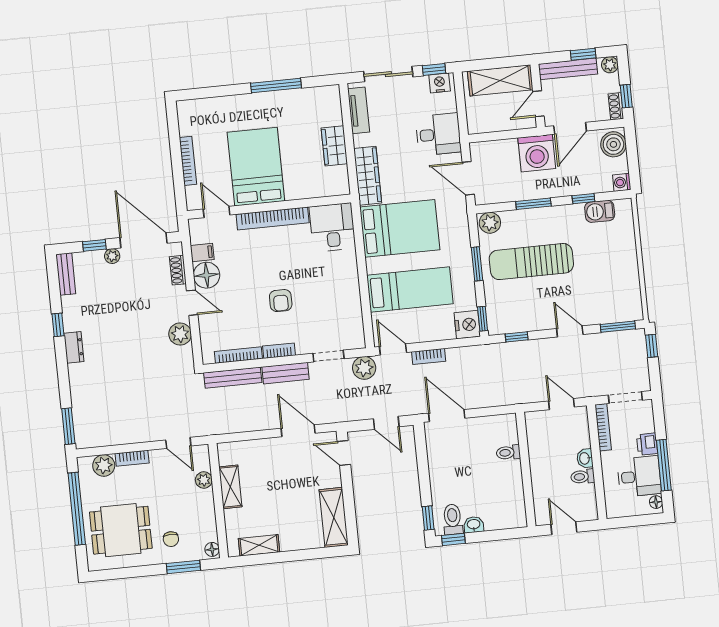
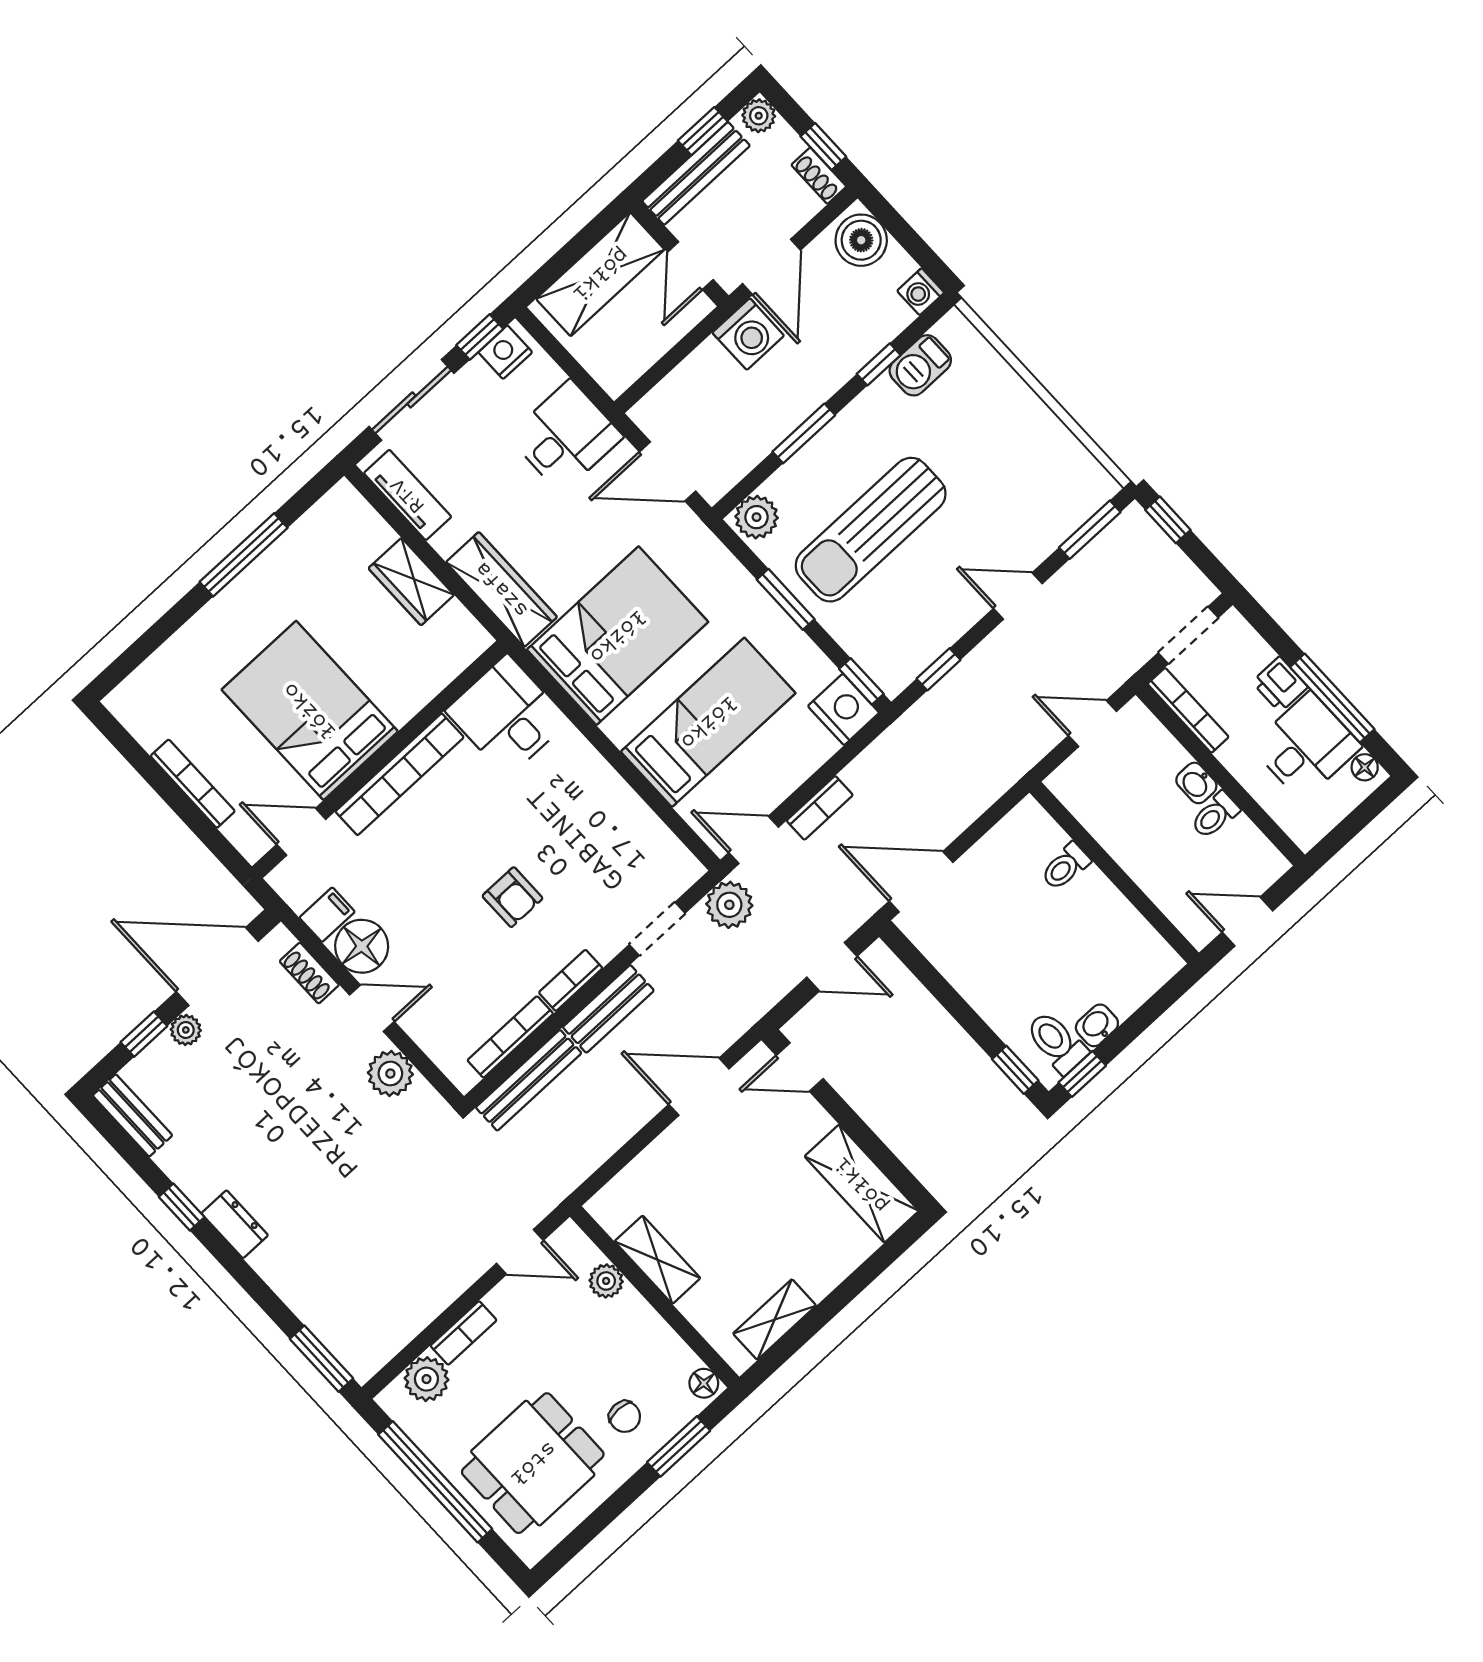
washing machine: (537, 153) -> (748, 334), width x0.73, depth x0.73

